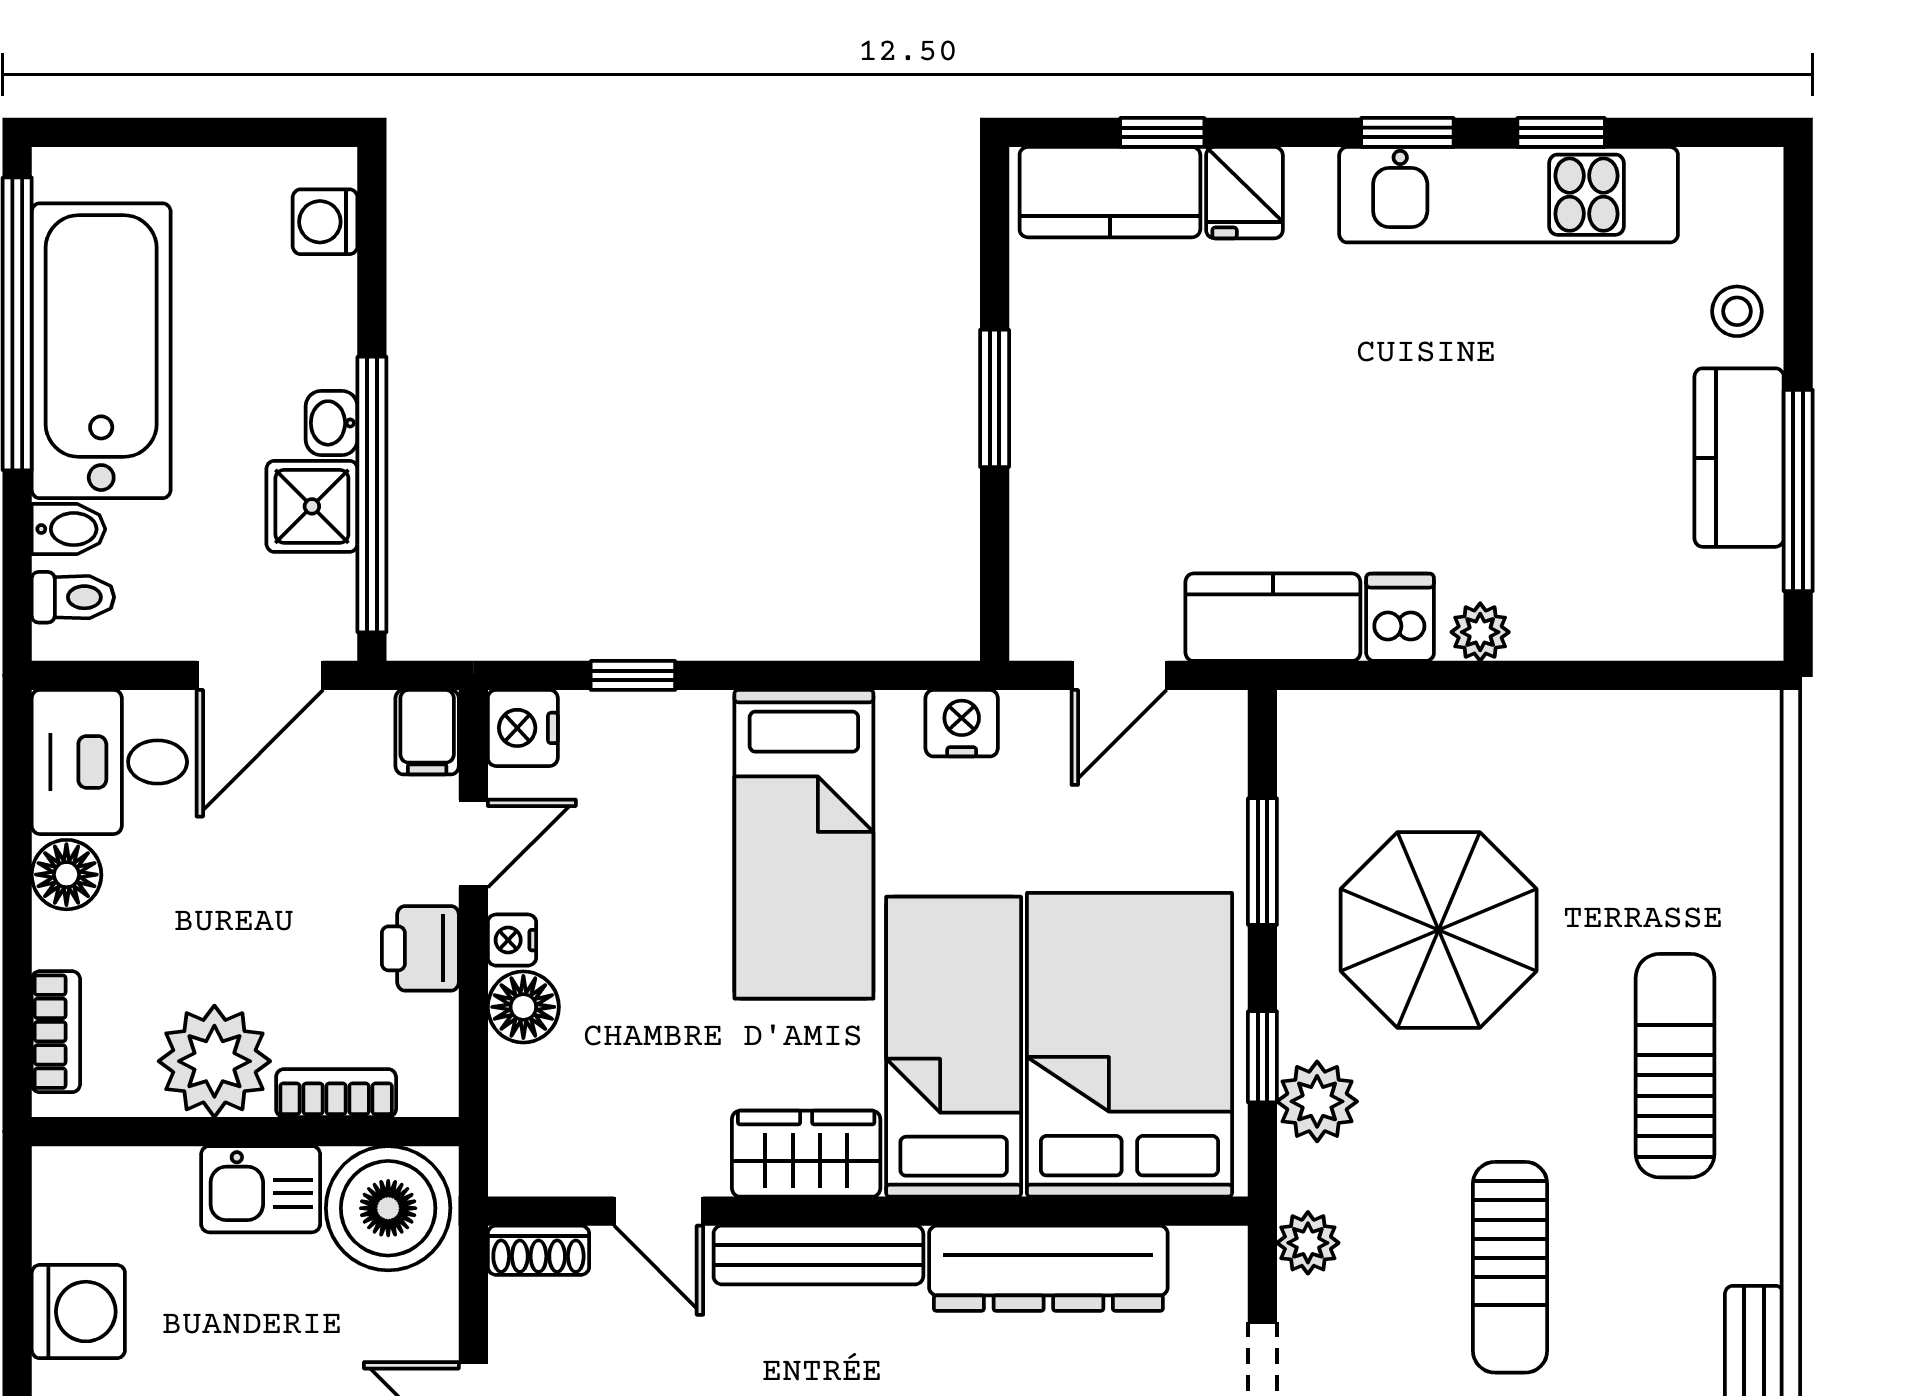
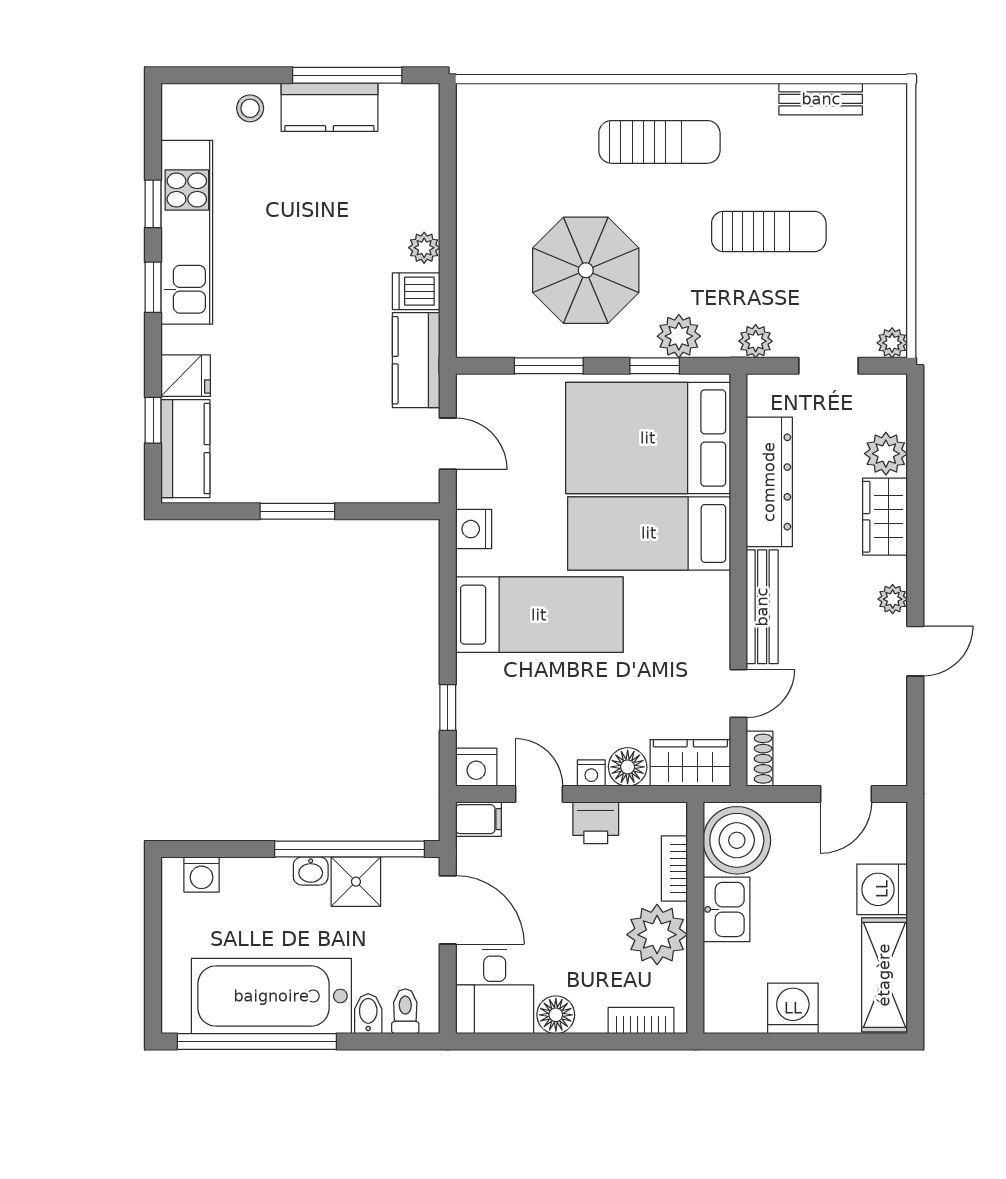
sun lounger: (1675, 1066) -> (659, 142), turned 180
wardrobe: (806, 1154) -> (690, 763), moved, turned 90

